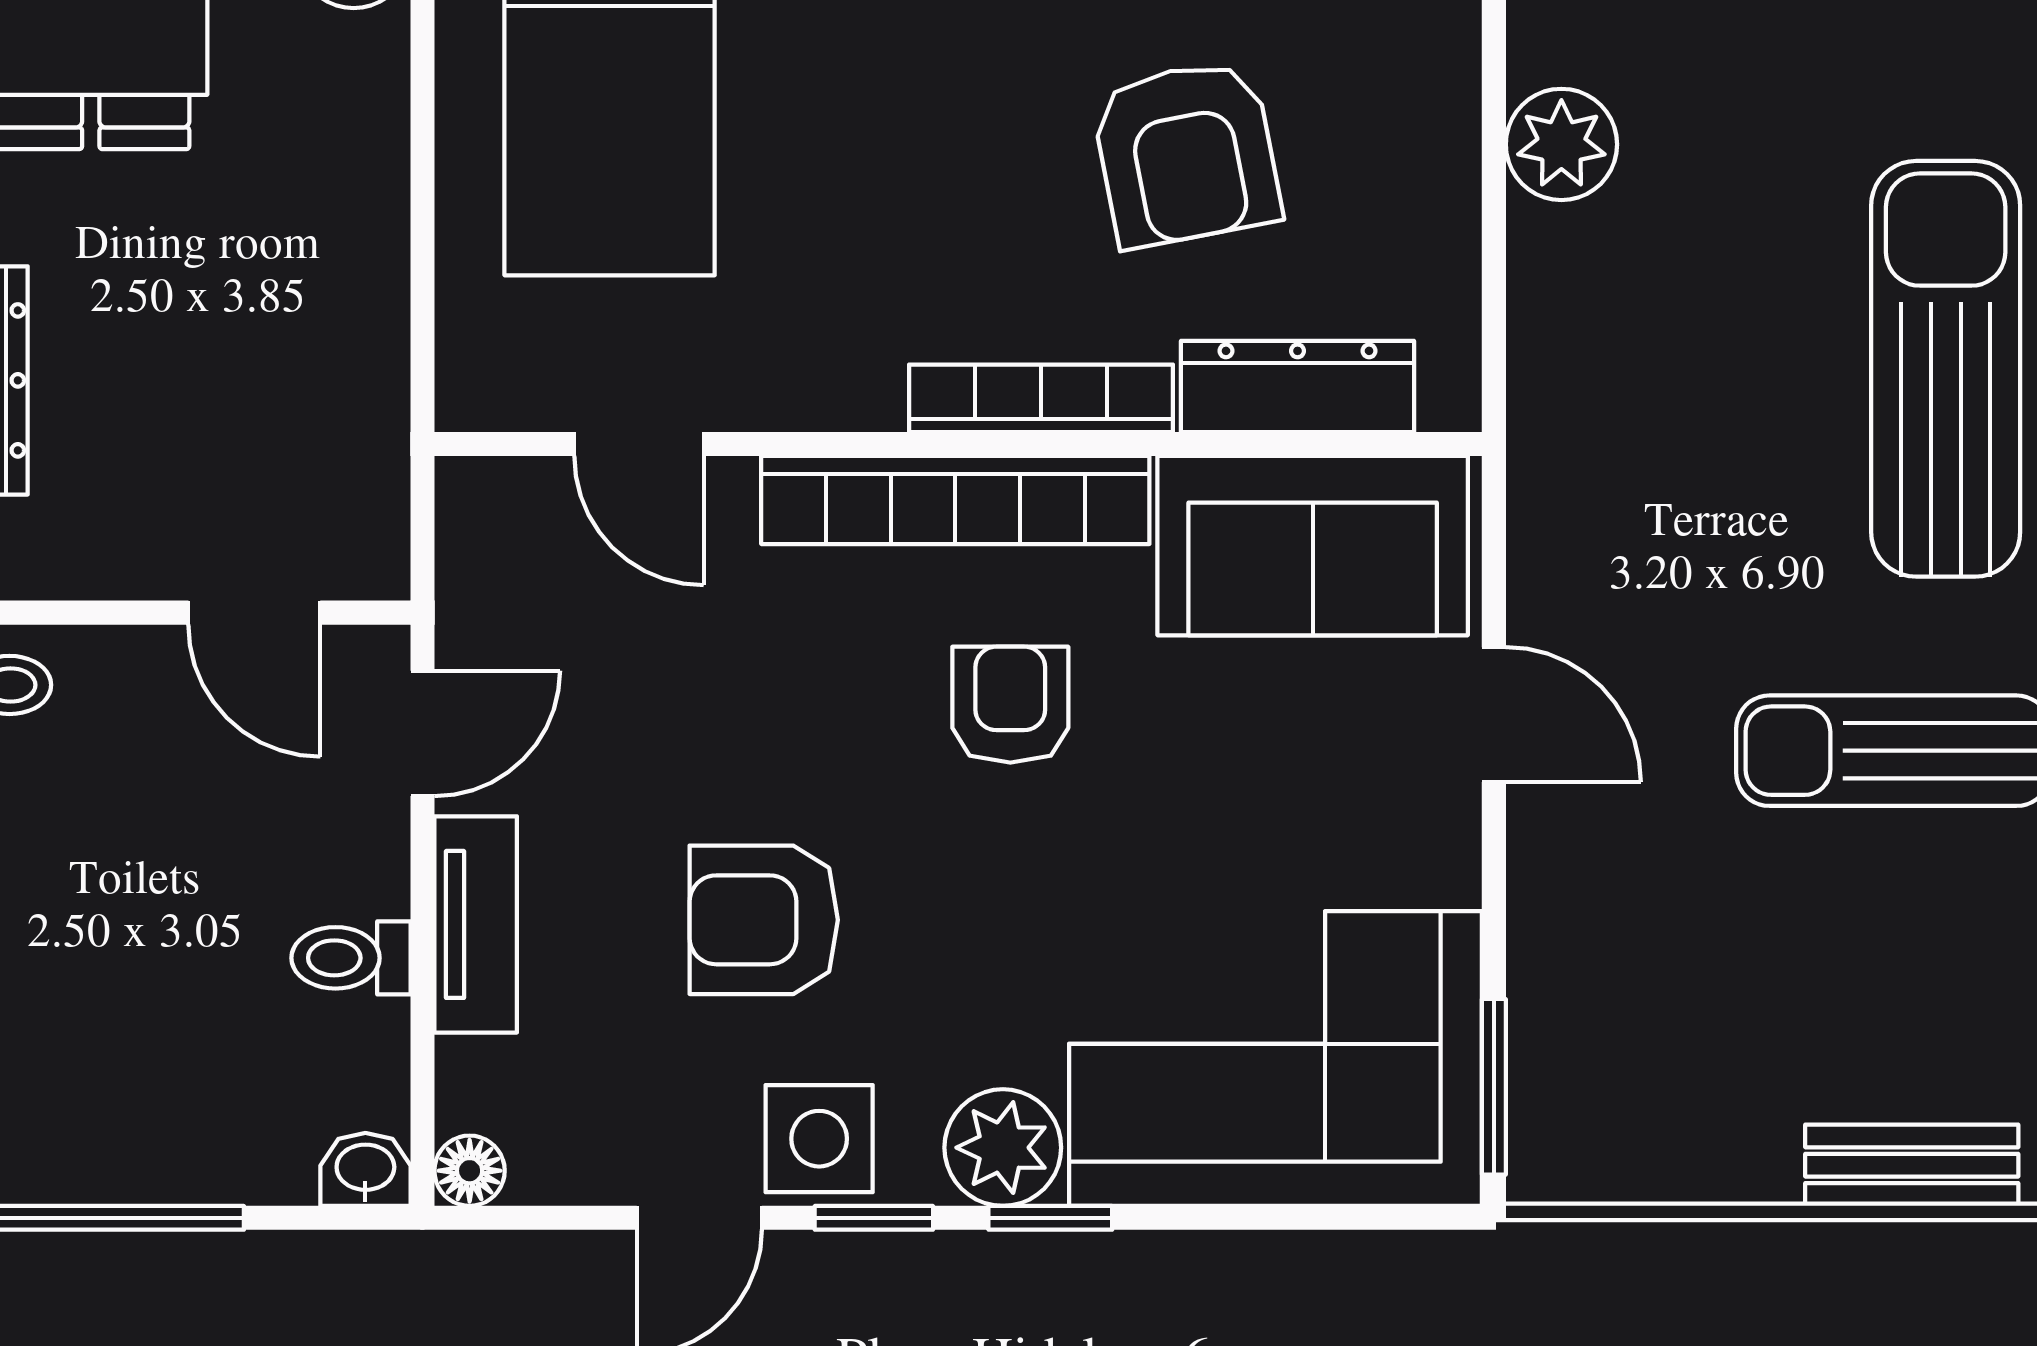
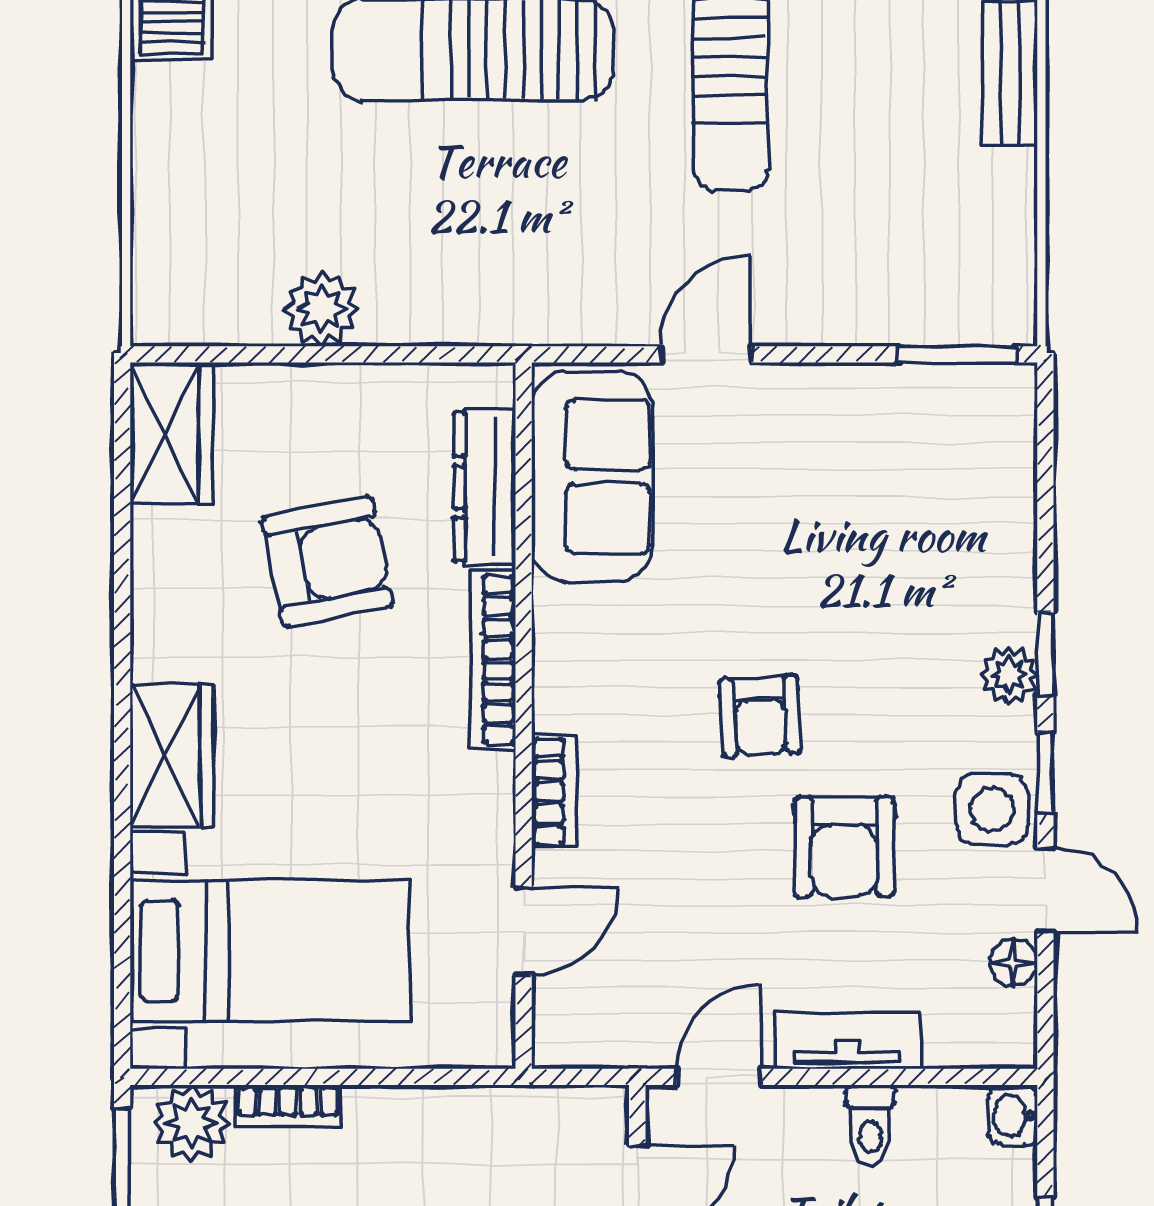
bookcase: (379, 95) -> (288, 1106), added
bookcase: (955, 500) -> (554, 792), width x0.43, depth x0.76
armchair: (1010, 705) -> (760, 716), moved, turned -93
door: (422, 733) -> (719, 1077), hinge flipped
corner sofa: (1276, 1059) -> (938, 502), removed
plant: (1003, 1148) -> (1009, 675), width x0.73, depth x0.73
floor lamp: (470, 1171) -> (1014, 962), moved

